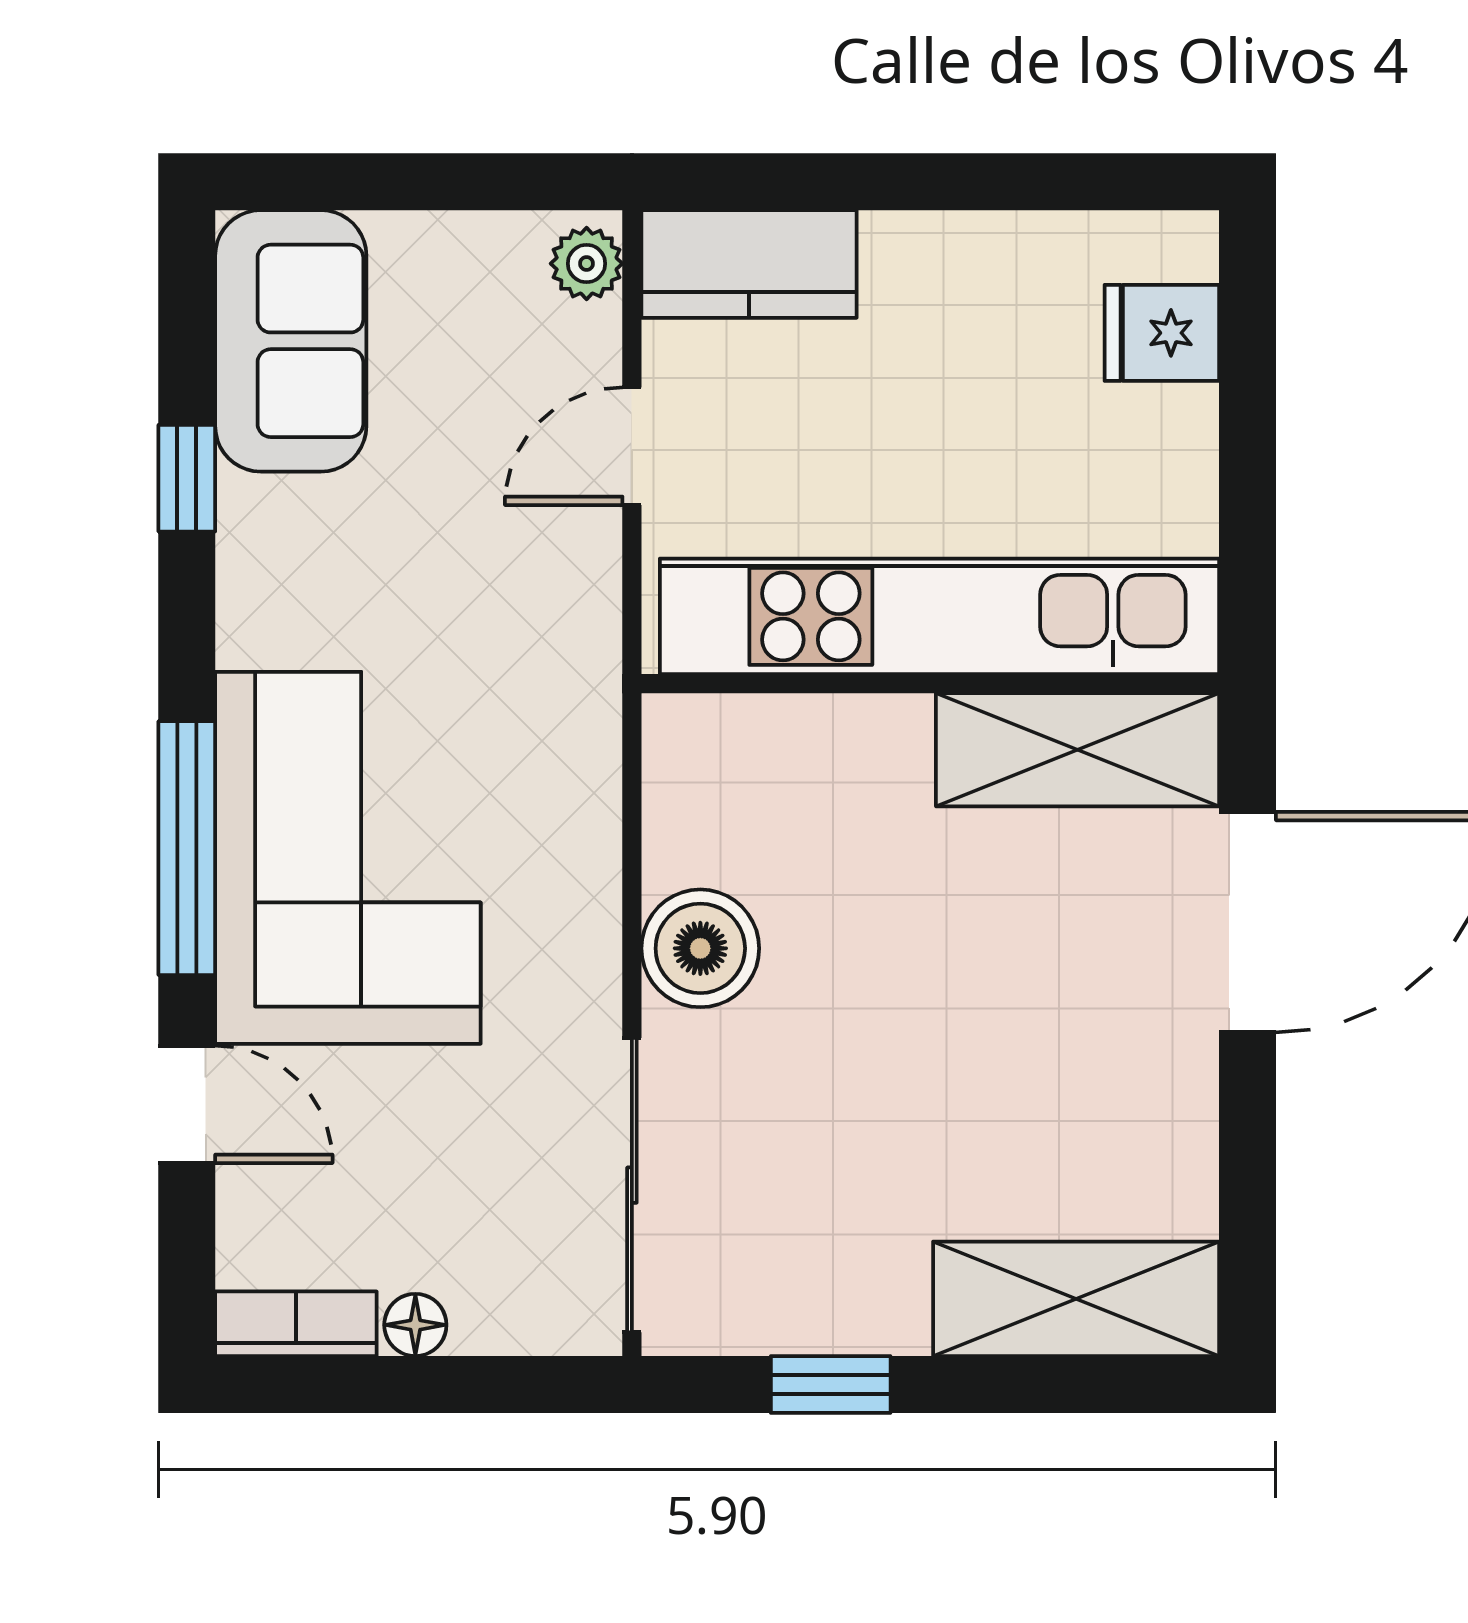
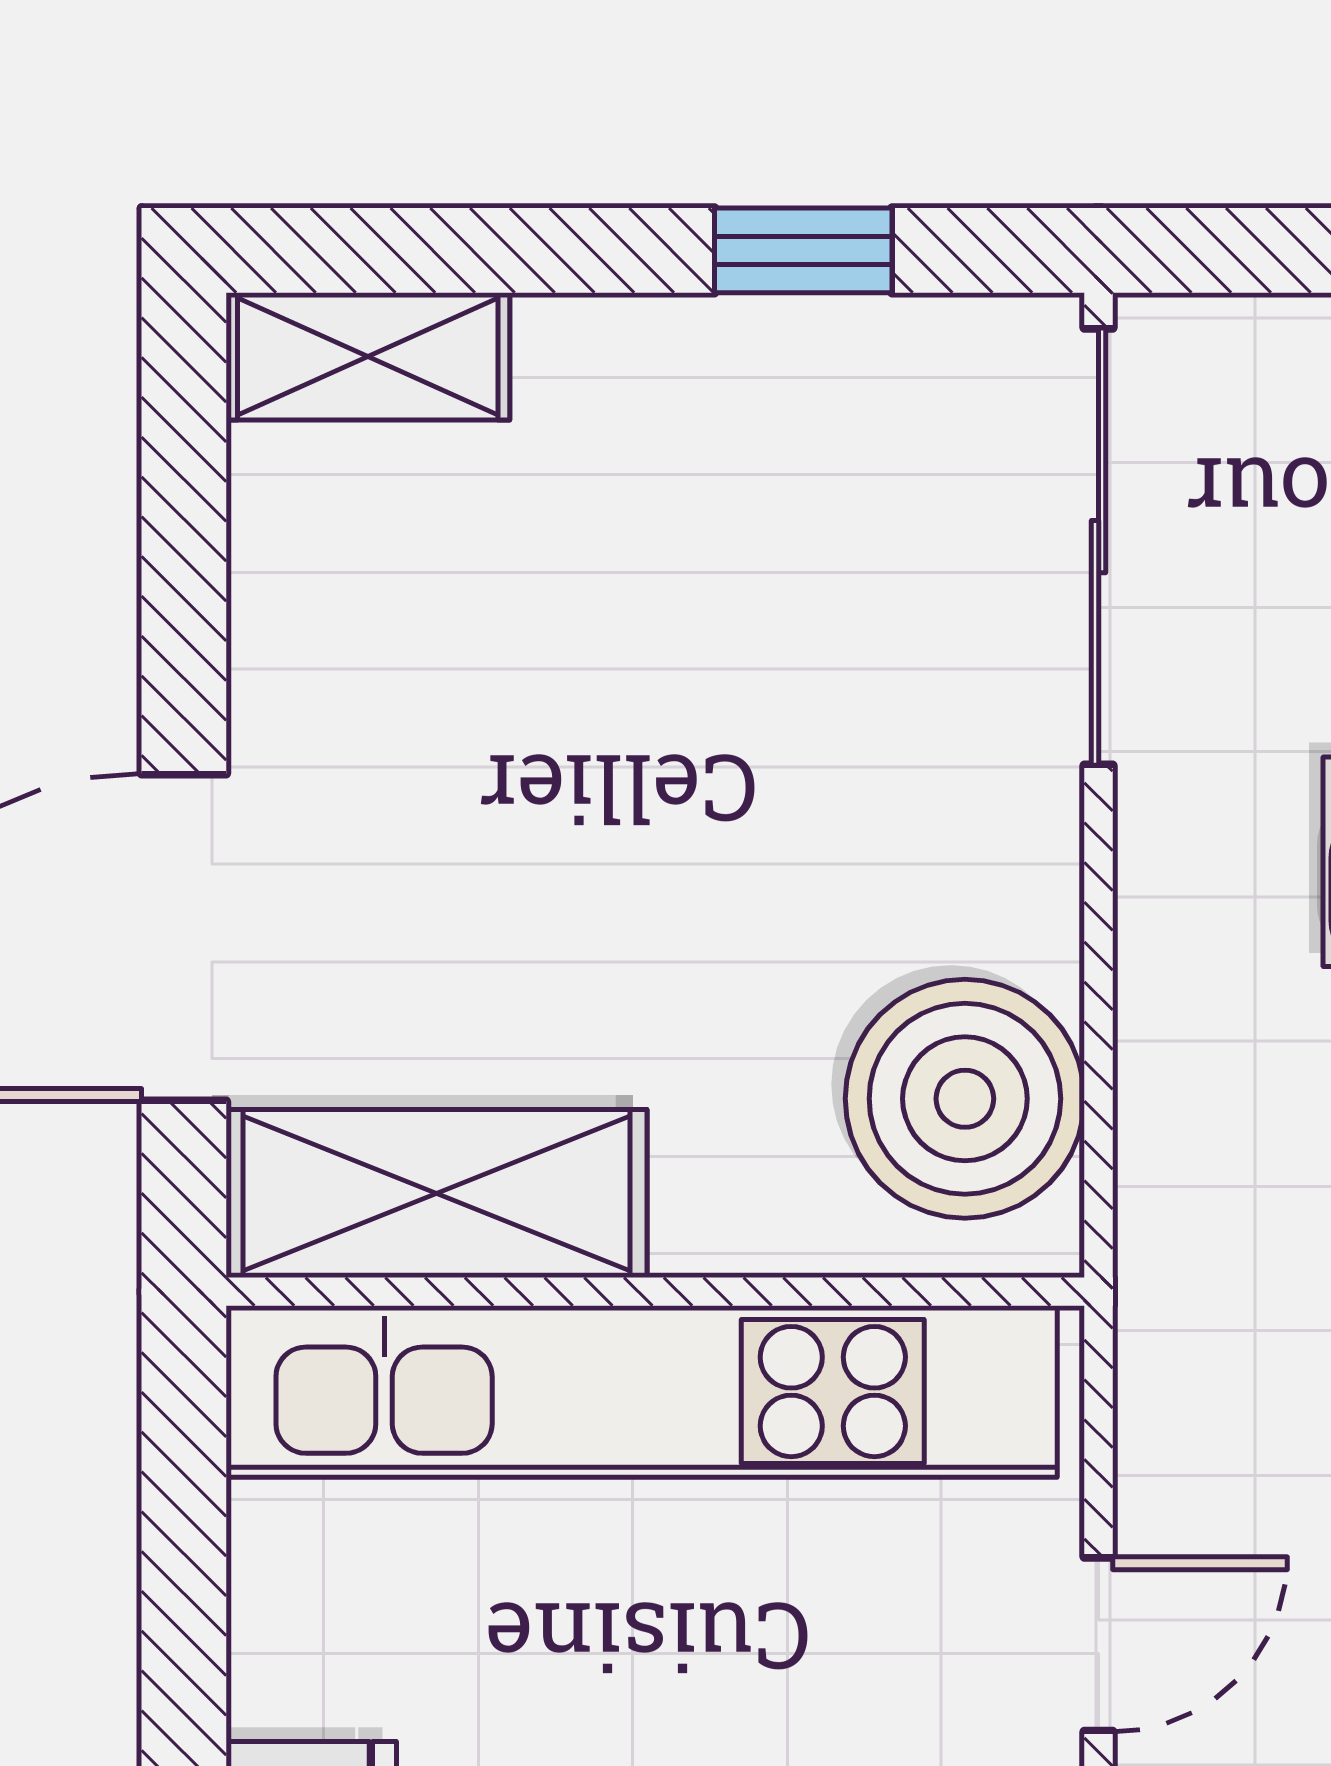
boiler: (700, 948) -> (965, 1099), moved, width x1.37, depth x1.37
shelving: (1076, 1299) -> (368, 356), width x0.67, depth x0.75

